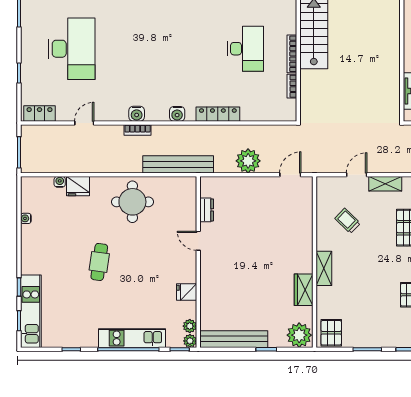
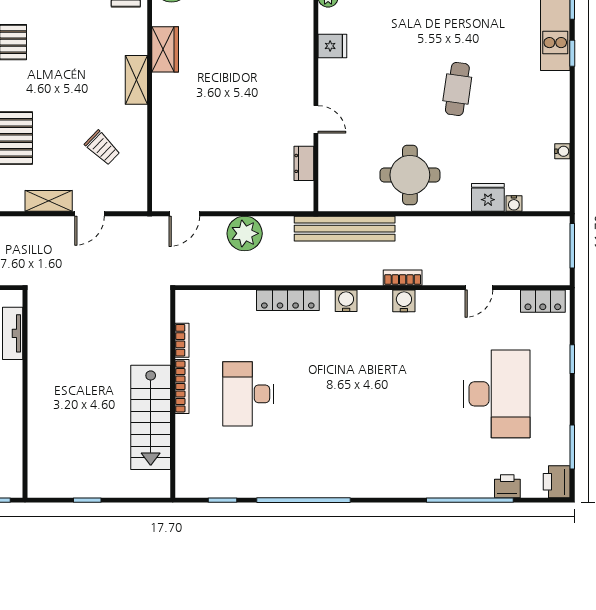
desk: (72, 49) -> (497, 394), turned 180

